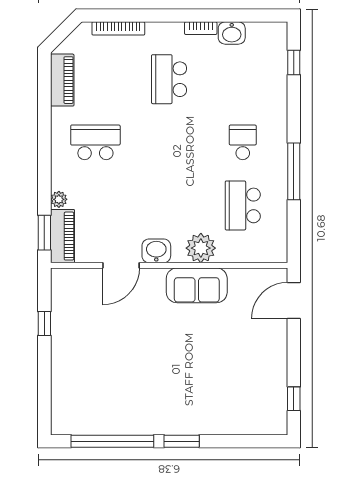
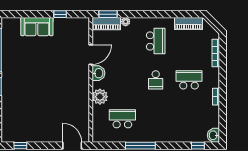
washbasin: (232, 33) -> (213, 135), moved
school desk: (243, 142) -> (156, 80), moved, turned 90
door: (121, 265) -> (91, 55), swing flipped
sofa: (197, 285) -> (37, 27), moved, turned -90

